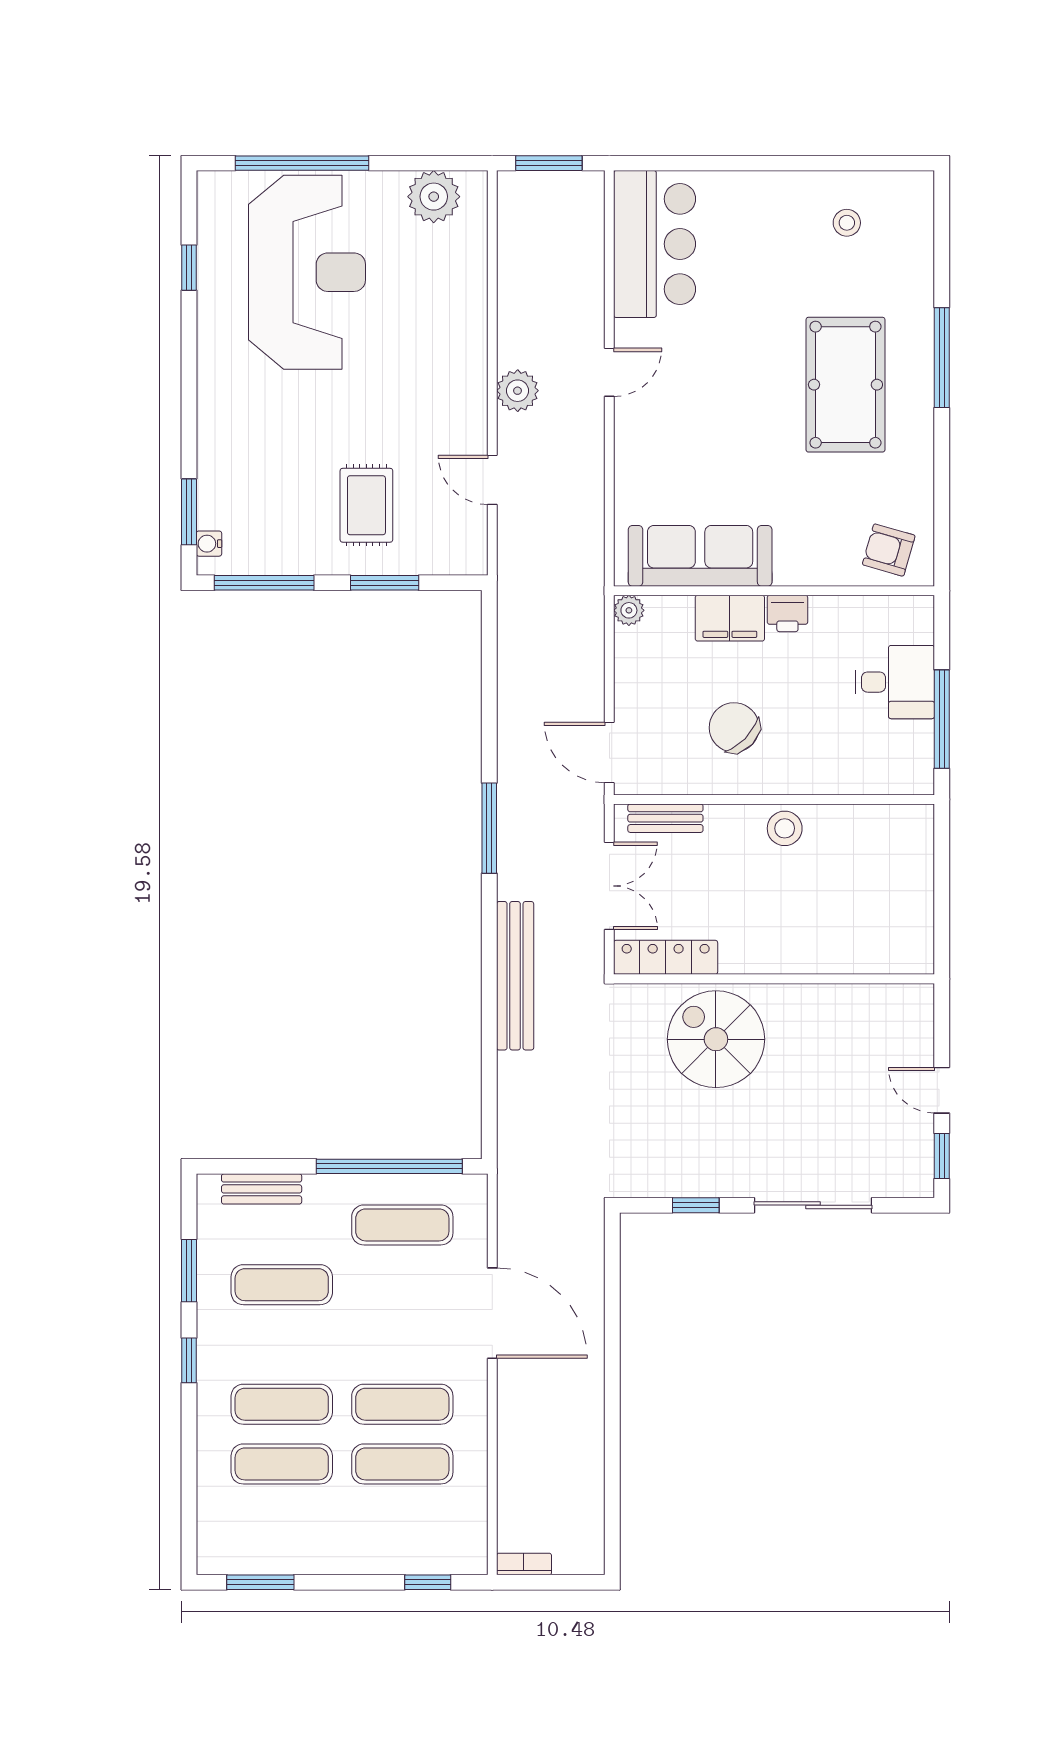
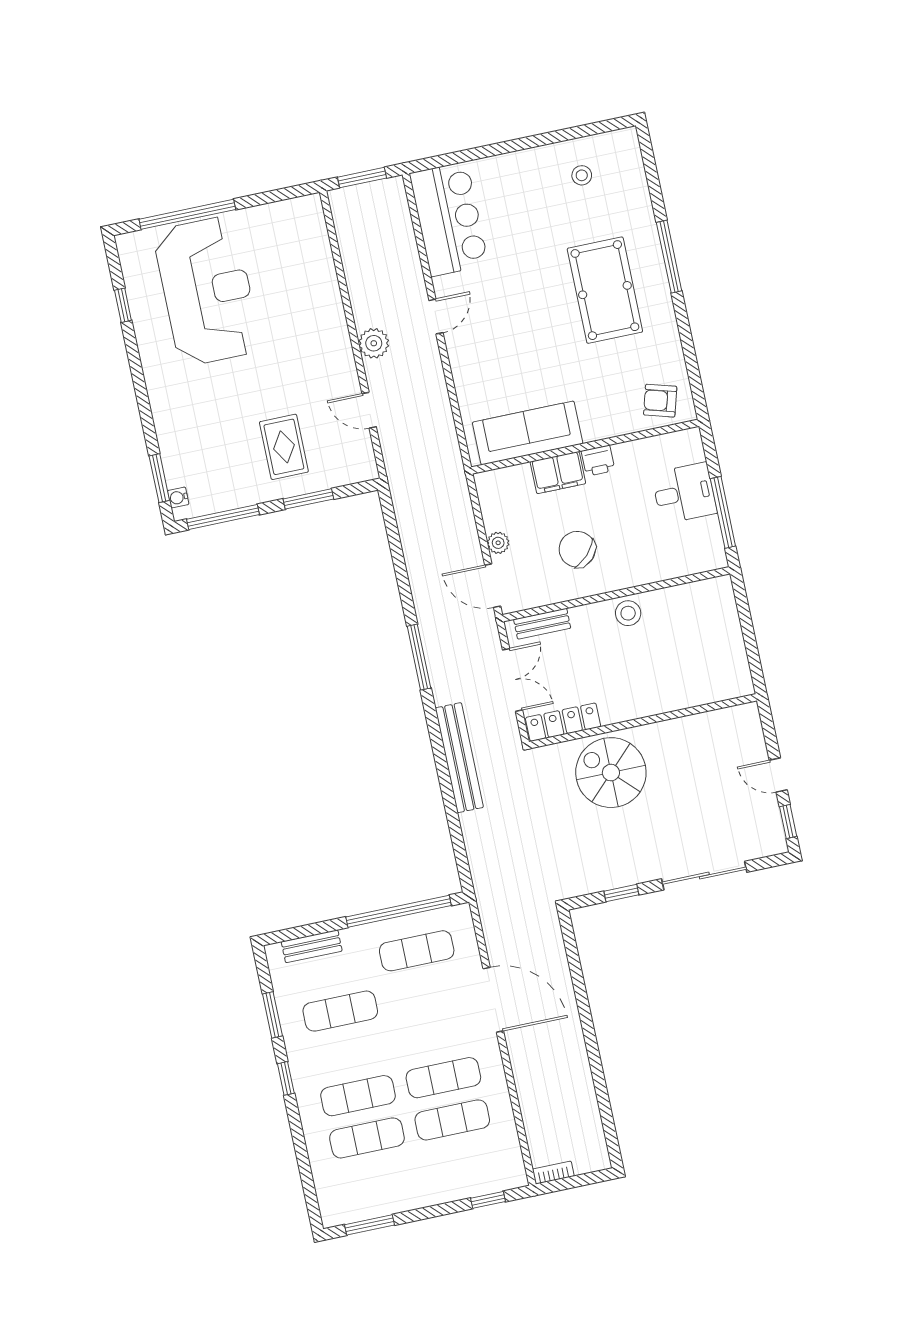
plant: (434, 197) -> (286, 218), removed
plant: (629, 610) -> (498, 543), moved

